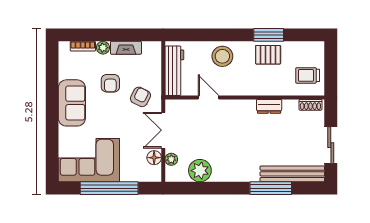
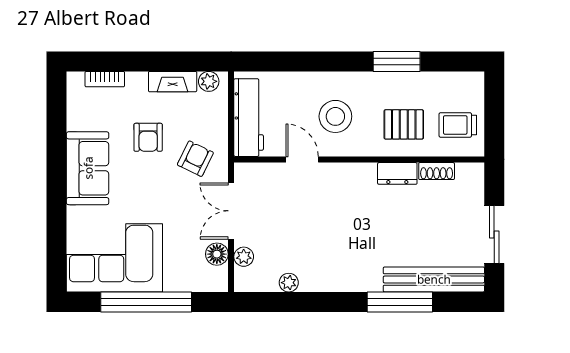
plant: (103, 48) -> (209, 81), moved
pallet: (268, 55) -> (404, 124), moved
stool: (222, 56) -> (335, 116), moved
shoe rack: (310, 105) -> (437, 171), moved
plant: (200, 171) -> (289, 283), width x0.53, depth x0.53

